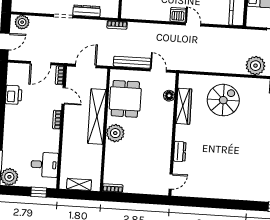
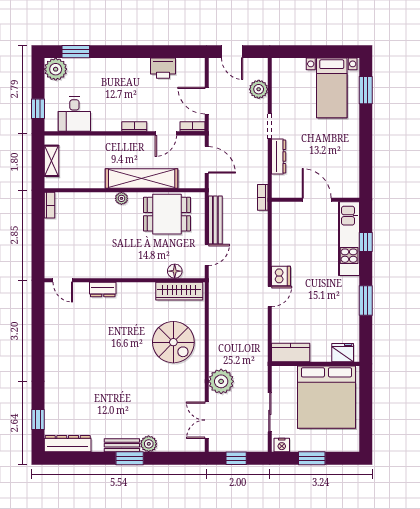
plant: (22, 22) -> (259, 89), moved
wardrobe: (184, 106) -> (179, 291), moved
plant: (115, 133) -> (121, 198), width x0.53, depth x0.53

